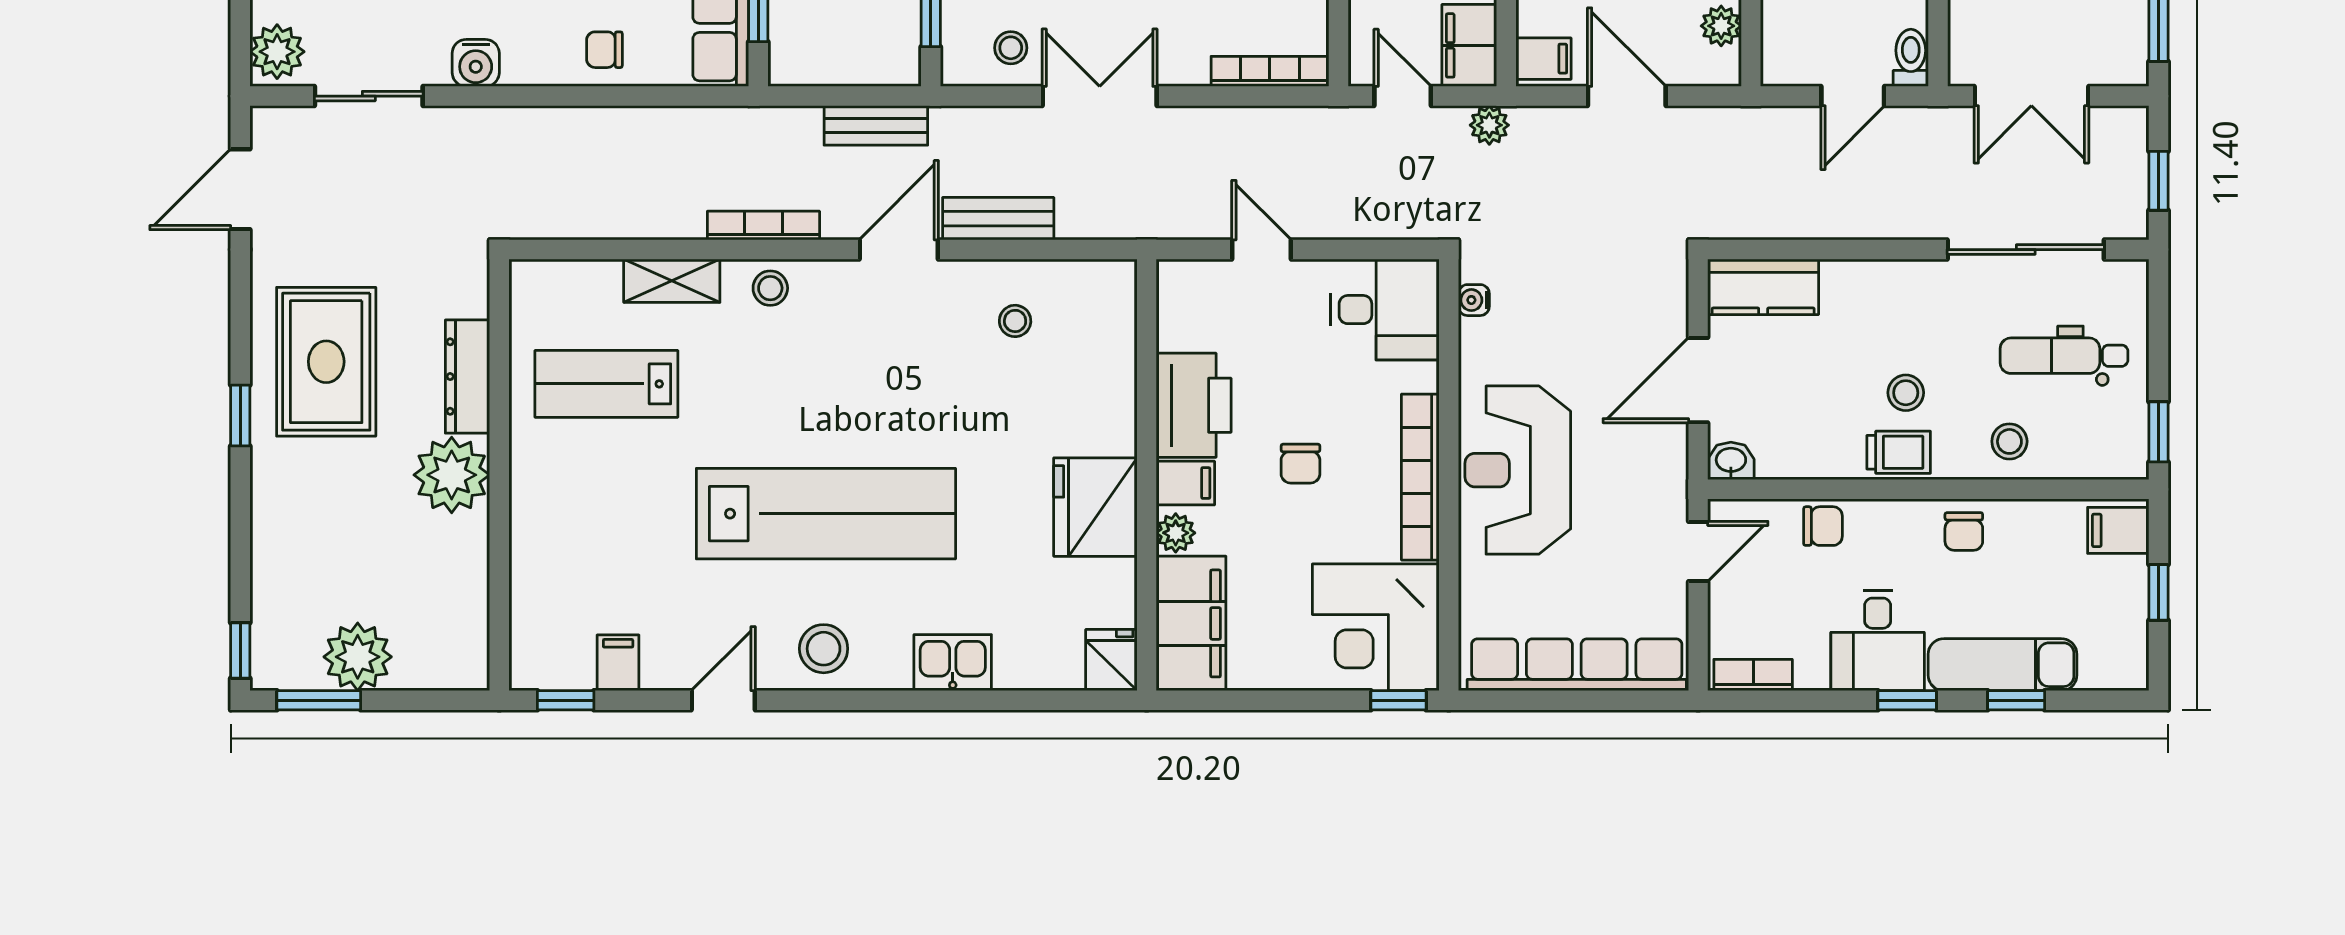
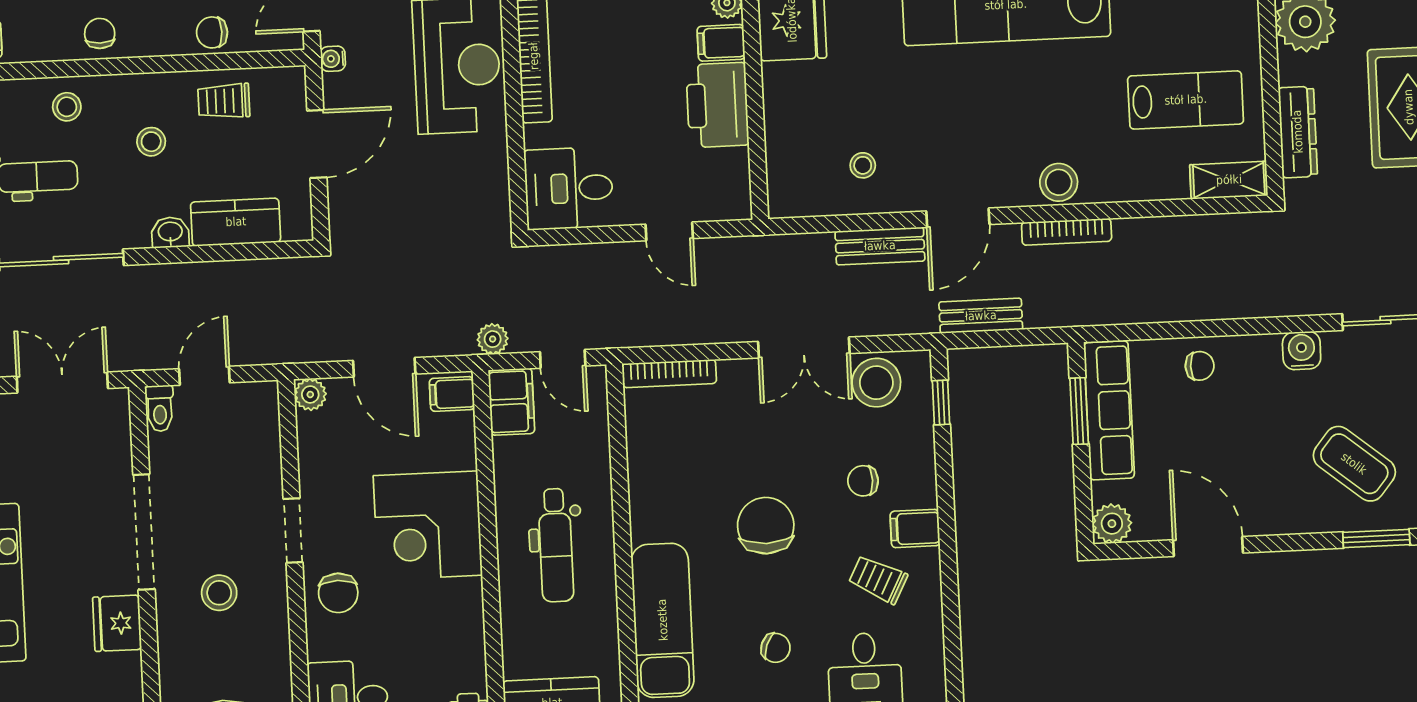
plant: (1721, 26) -> (310, 394), moved
stool: (1011, 48) -> (876, 383), width x1.89, depth x1.89
shelving: (672, 281) -> (1229, 180), moved
kitchen counter: (1763, 287) -> (236, 222), moved
stool: (770, 288) -> (1059, 182), width x1.37, depth x1.37
water cooler: (1474, 300) -> (333, 59), moved, turned 180
dresser: (467, 377) -> (1298, 132), moved
trolley: (1899, 452) -> (224, 101), moved
washbasin: (1731, 461) -> (170, 232), moved, turned 180
chair: (1300, 464) -> (630, 63), removed

